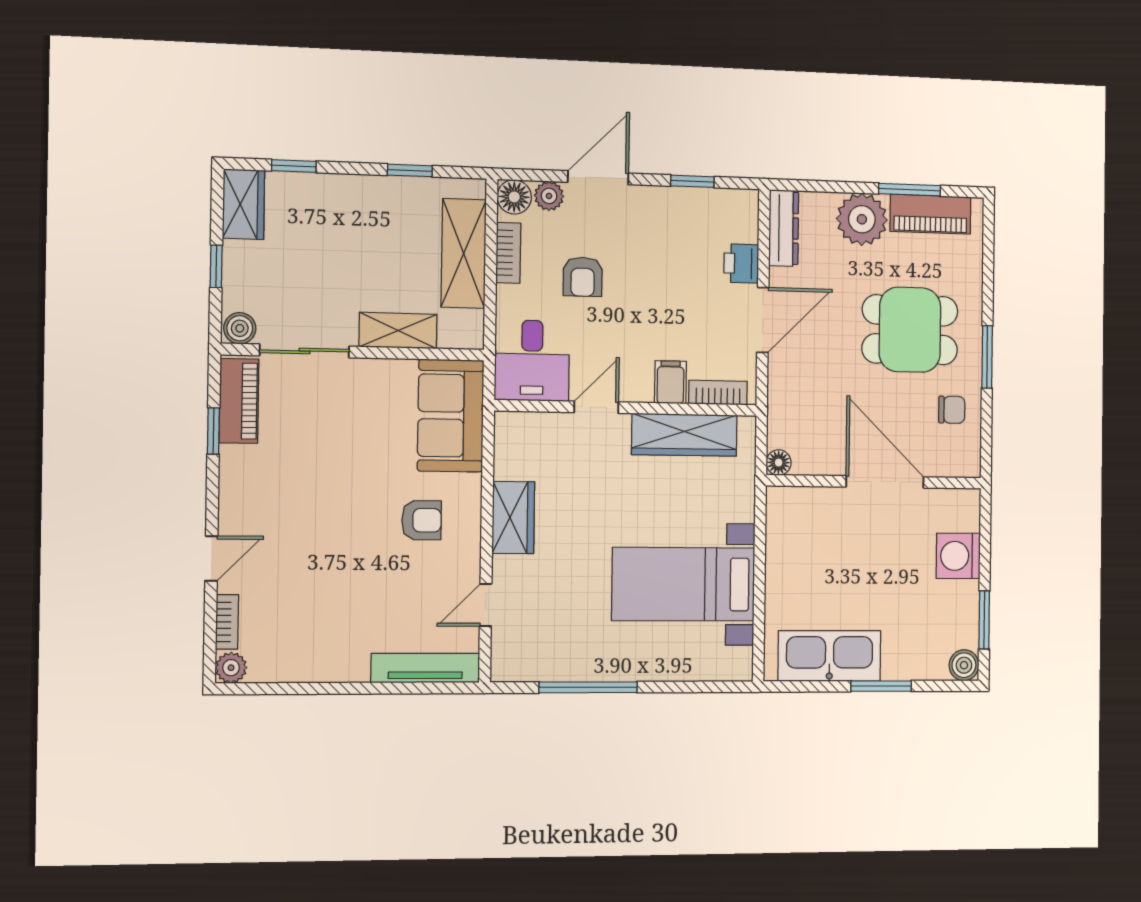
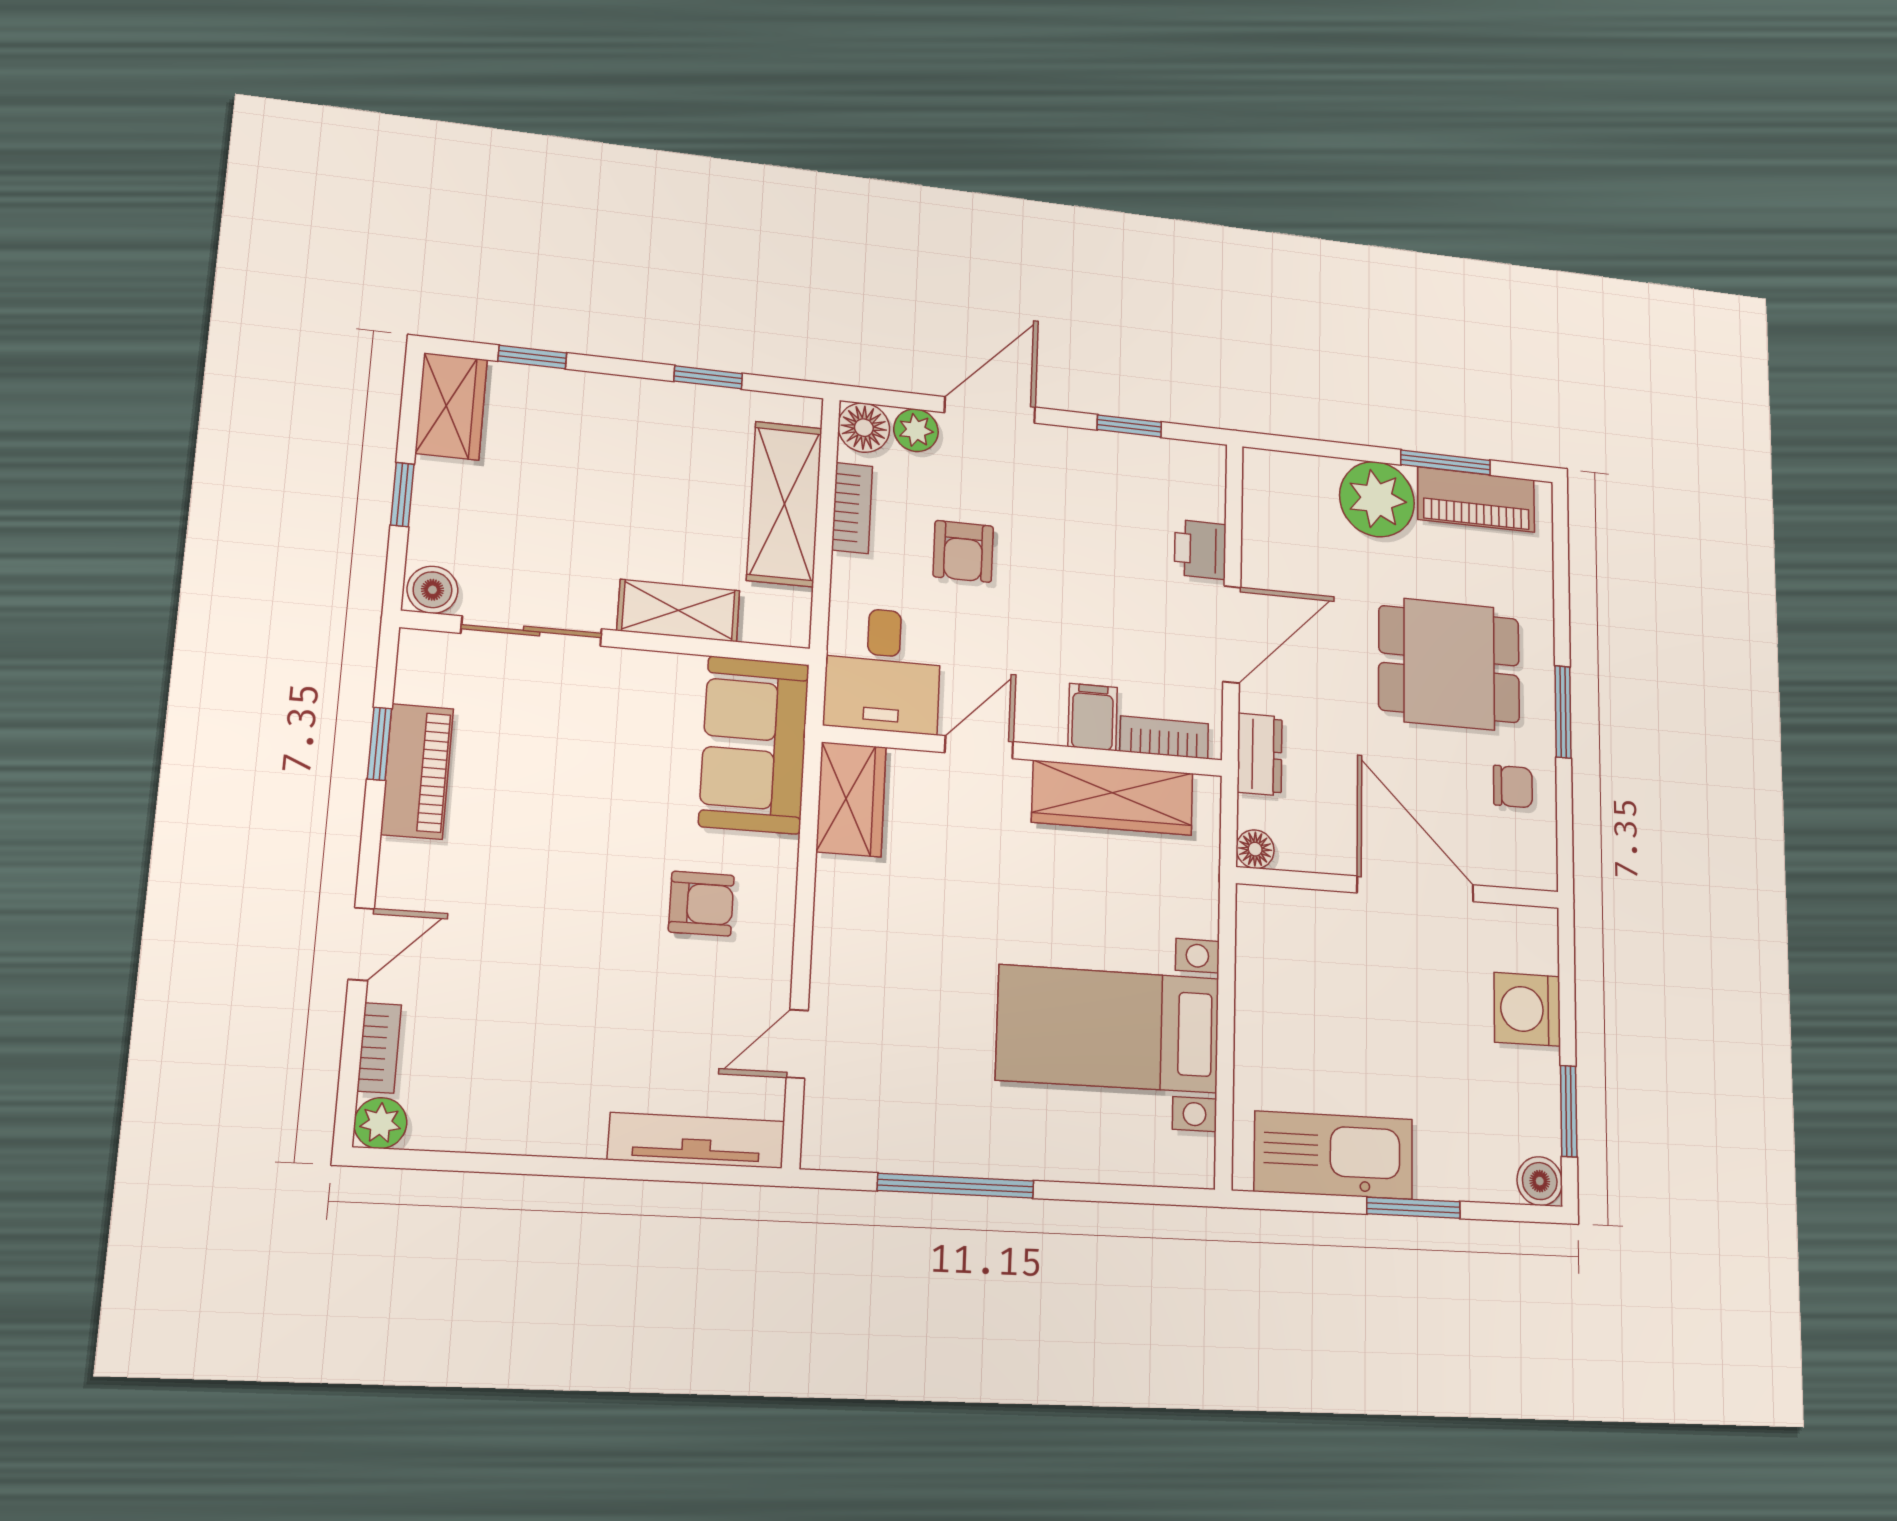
dresser: (784, 228) -> (1260, 754), moved, width x0.70
piano: (239, 401) -> (417, 771), moved
wardrobe: (513, 518) -> (851, 799), moved

